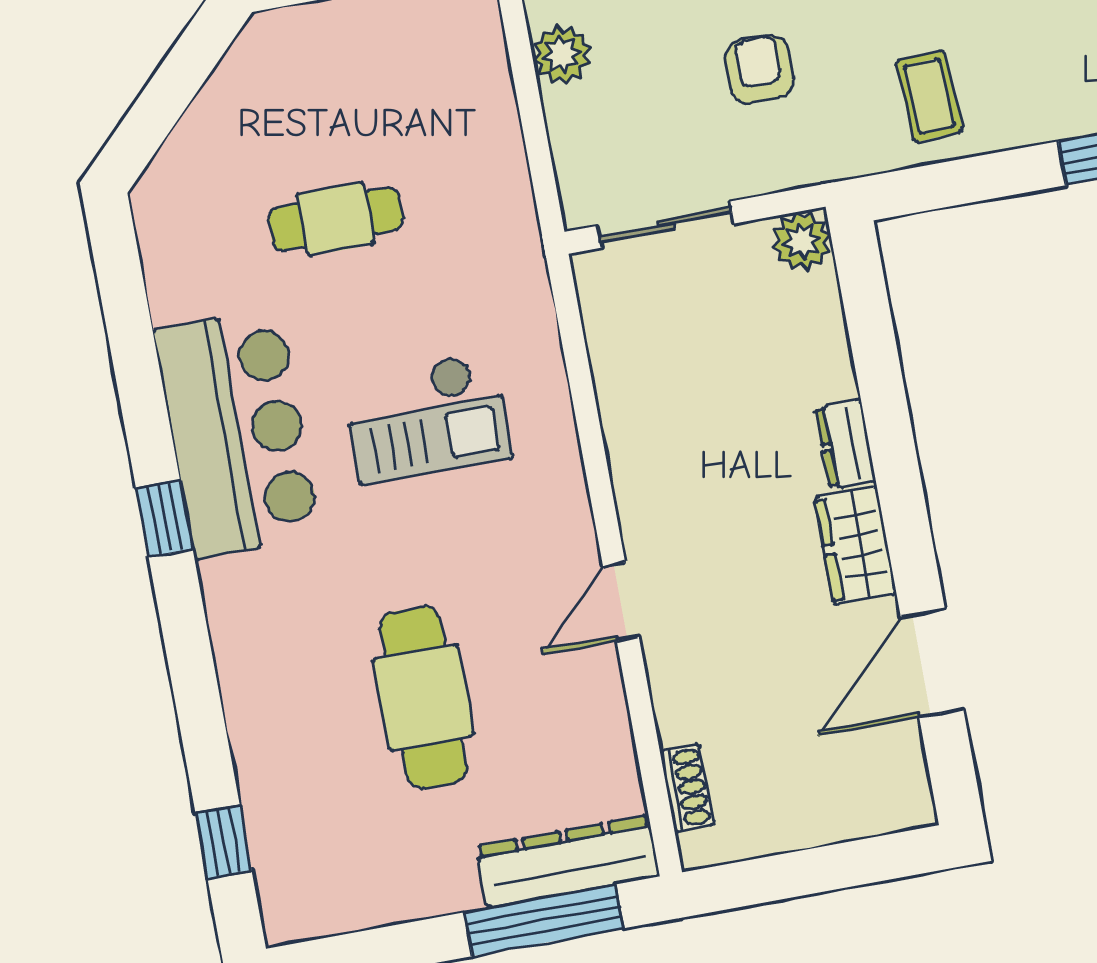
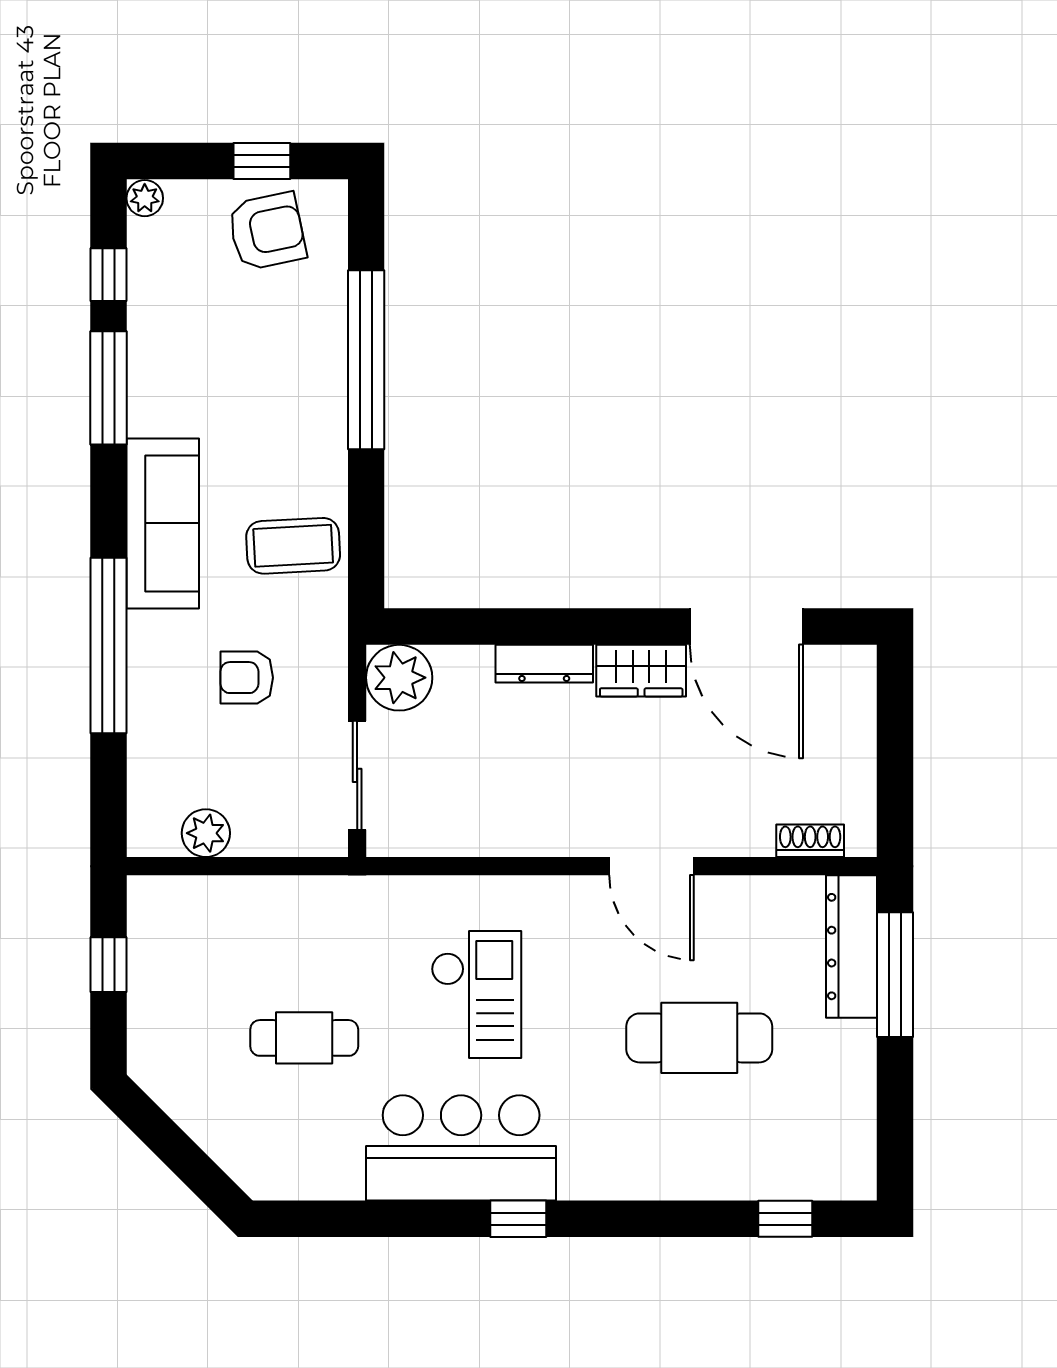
coffee table: (929, 96) -> (293, 546), width x1.36, depth x1.30
cafe table: (336, 219) -> (304, 1038), turned 90
plant: (802, 241) -> (399, 678), width x1.36, depth x1.36
dresser: (846, 444) -> (544, 664), width x1.44
door: (621, 601) -> (652, 866), width x1.38
door: (932, 663) -> (746, 627), width x1.36

